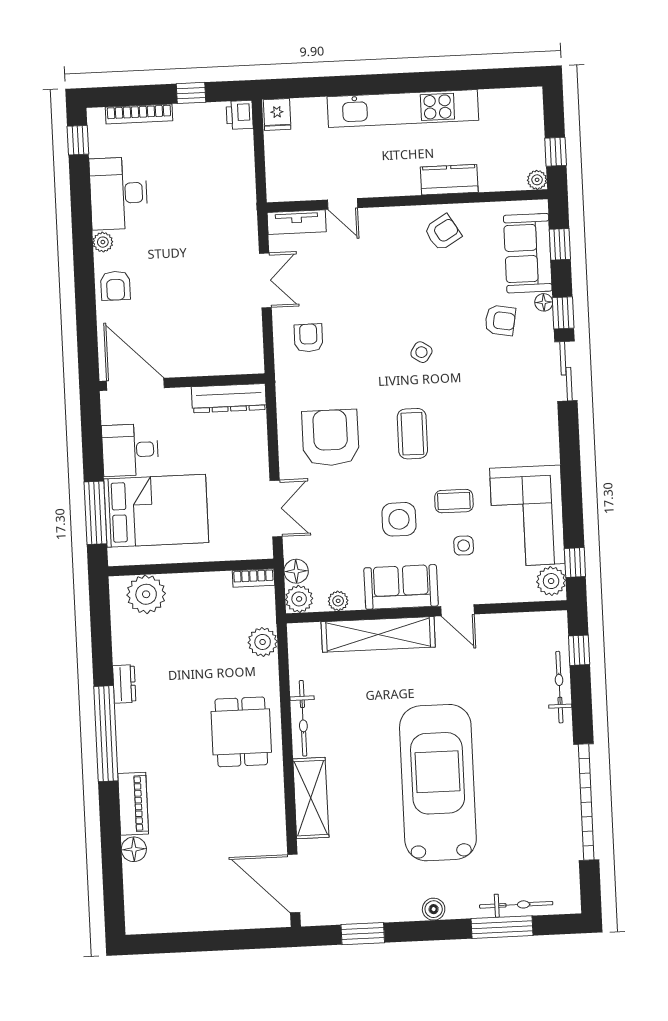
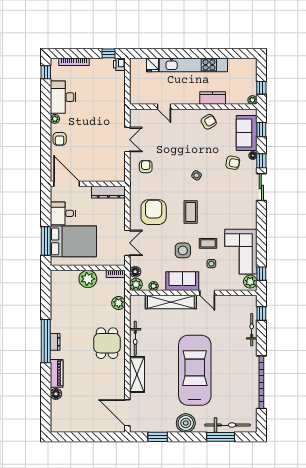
window: (191, 93) -> (109, 53), moved
fridge: (277, 114) -> (153, 65), moved
tv unit: (297, 222) -> (143, 114), removed
plant: (146, 594) -> (88, 279), moved
dresser: (124, 684) -> (55, 342), moved
bicycle: (516, 905) -> (228, 425), width x1.37, depth x1.40
boiler: (434, 909) -> (186, 423), width x1.86, depth x1.86

